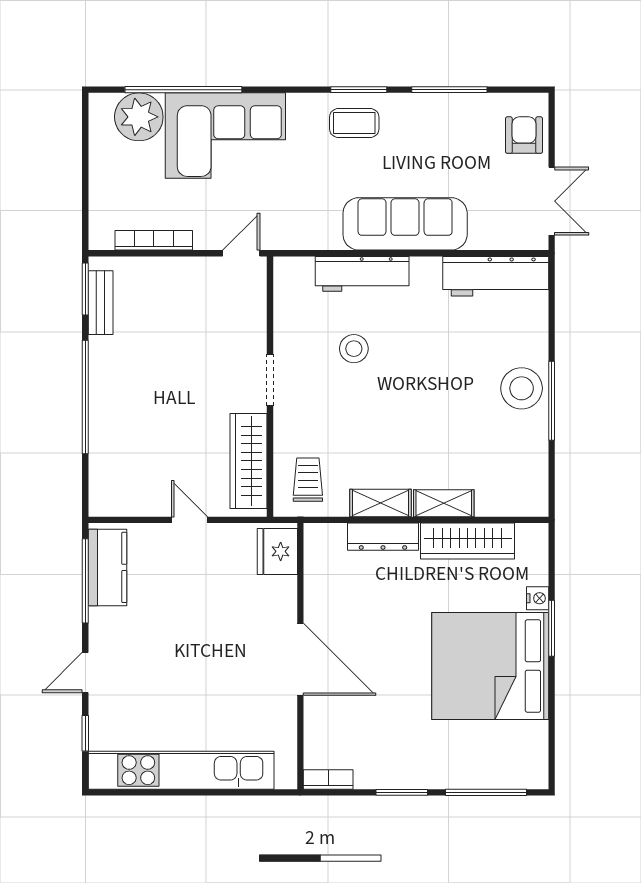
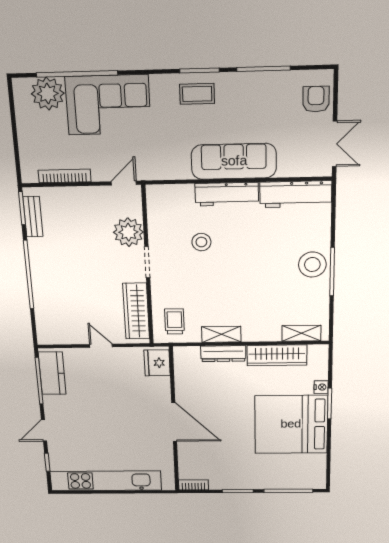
workbench: (362, 274) -> (227, 194), moved
plant: (244, 331) -> (128, 232), added
shelving: (444, 503) -> (301, 333), moved

